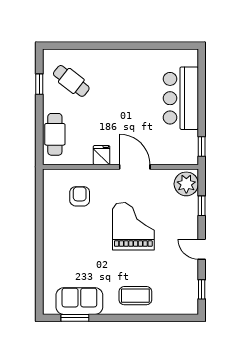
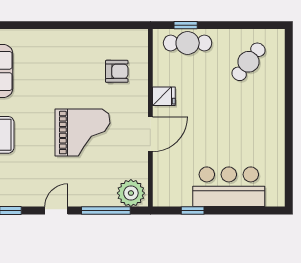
window: (39, 84) -> (186, 25), moved
window: (202, 146) -> (193, 211), moved
window: (202, 206) -> (106, 211), width x2.17

